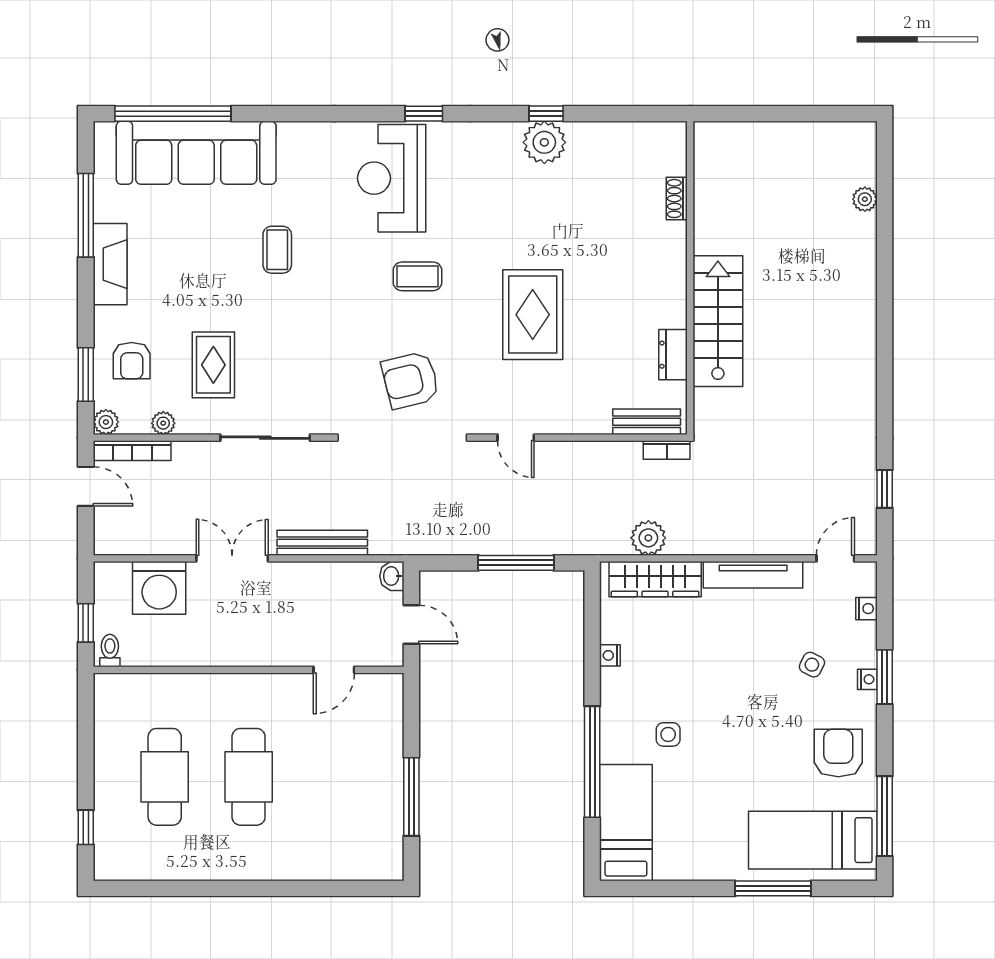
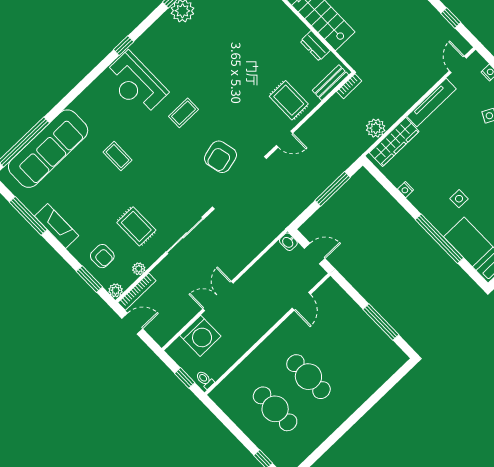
rug: (533, 315) -> (289, 100), moved, width x0.73, depth x0.70
bench: (322, 543) -> (248, 255), removed

